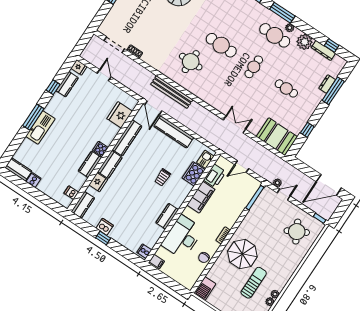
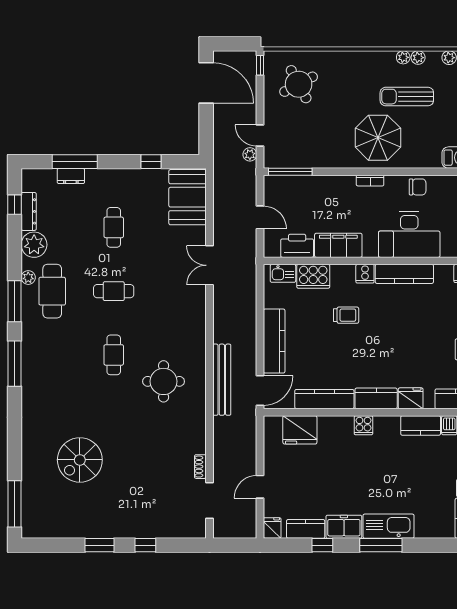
cafe table: (221, 45) -> (114, 355), width x0.73, depth x0.74
freezer: (55, 104) -> (344, 527), added
kitchen counter: (90, 164) -> (421, 425), moved
cooker: (177, 201) -> (365, 274), added
kitchen counter: (167, 216) -> (404, 274), width x1.50

